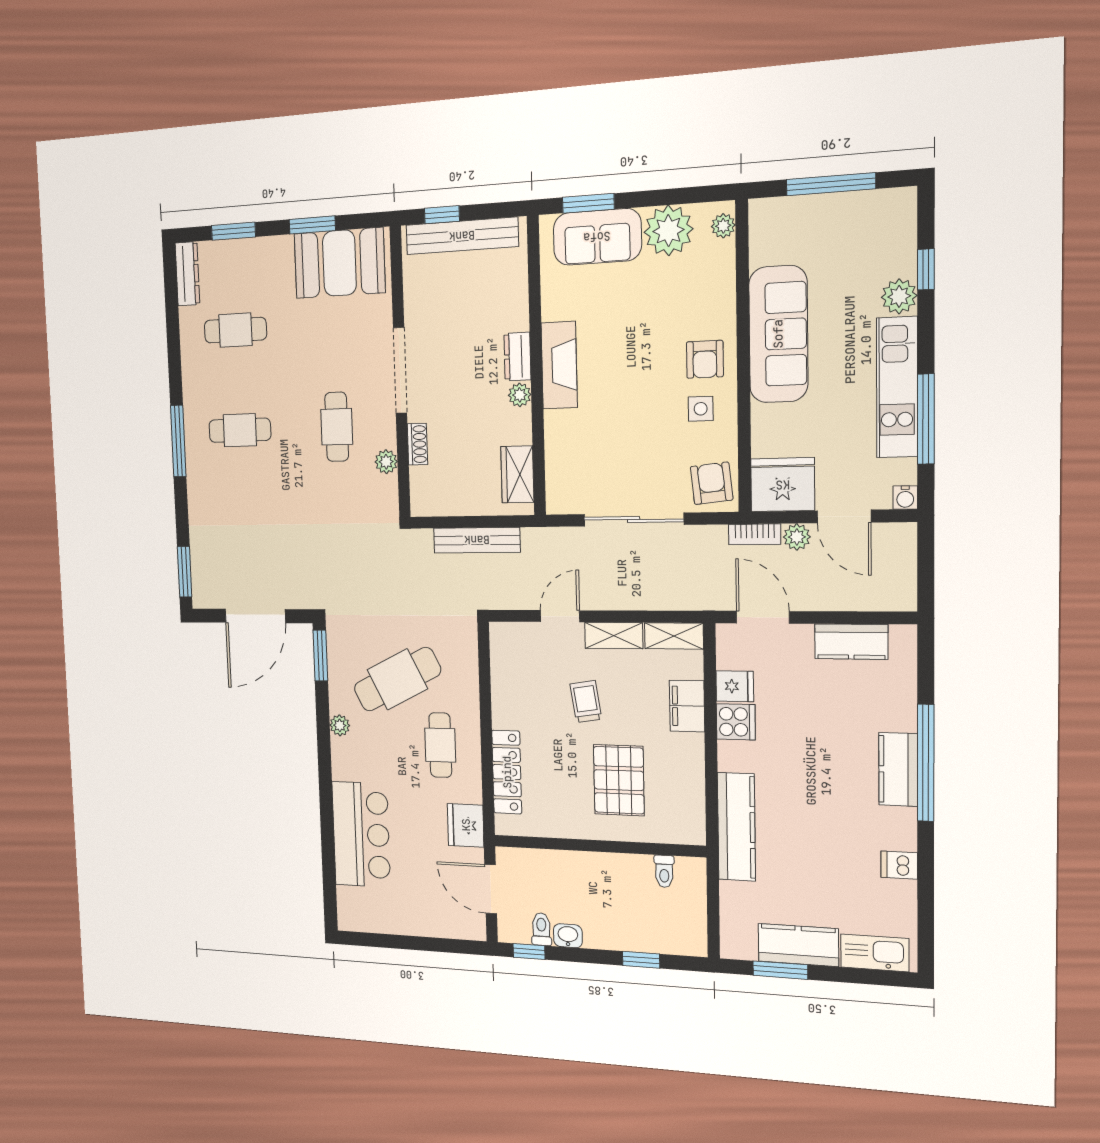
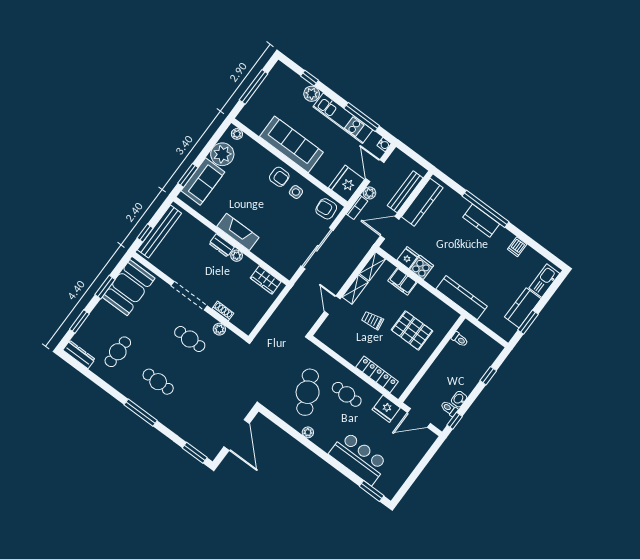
cafe table: (240, 430) -> (158, 382), turned 90
door: (844, 517) -> (375, 171), swing flipped
bench: (477, 540) -> (405, 192), moved
kitchen counter: (851, 642) -> (422, 202), width x1.50
window: (320, 655) -> (372, 491), moved

